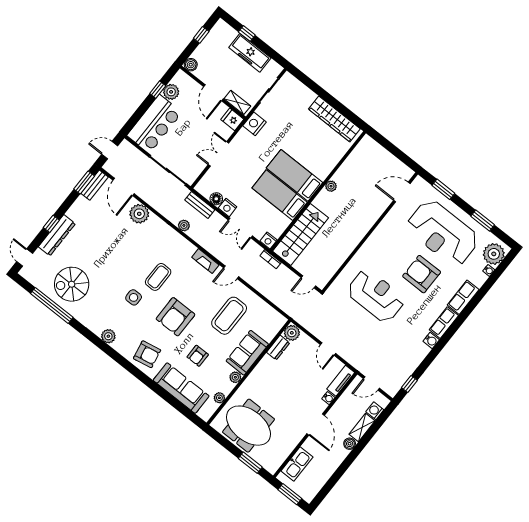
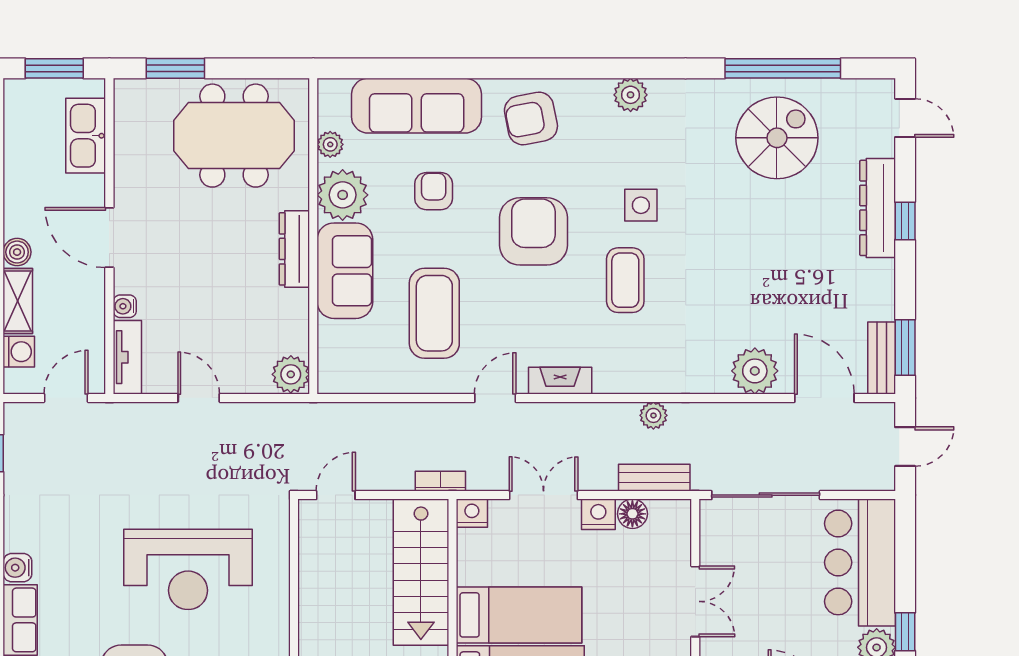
dresser: (278, 348) -> (294, 249), moved, width x1.44
plant: (235, 377) -> (343, 195), width x1.88, depth x1.88

